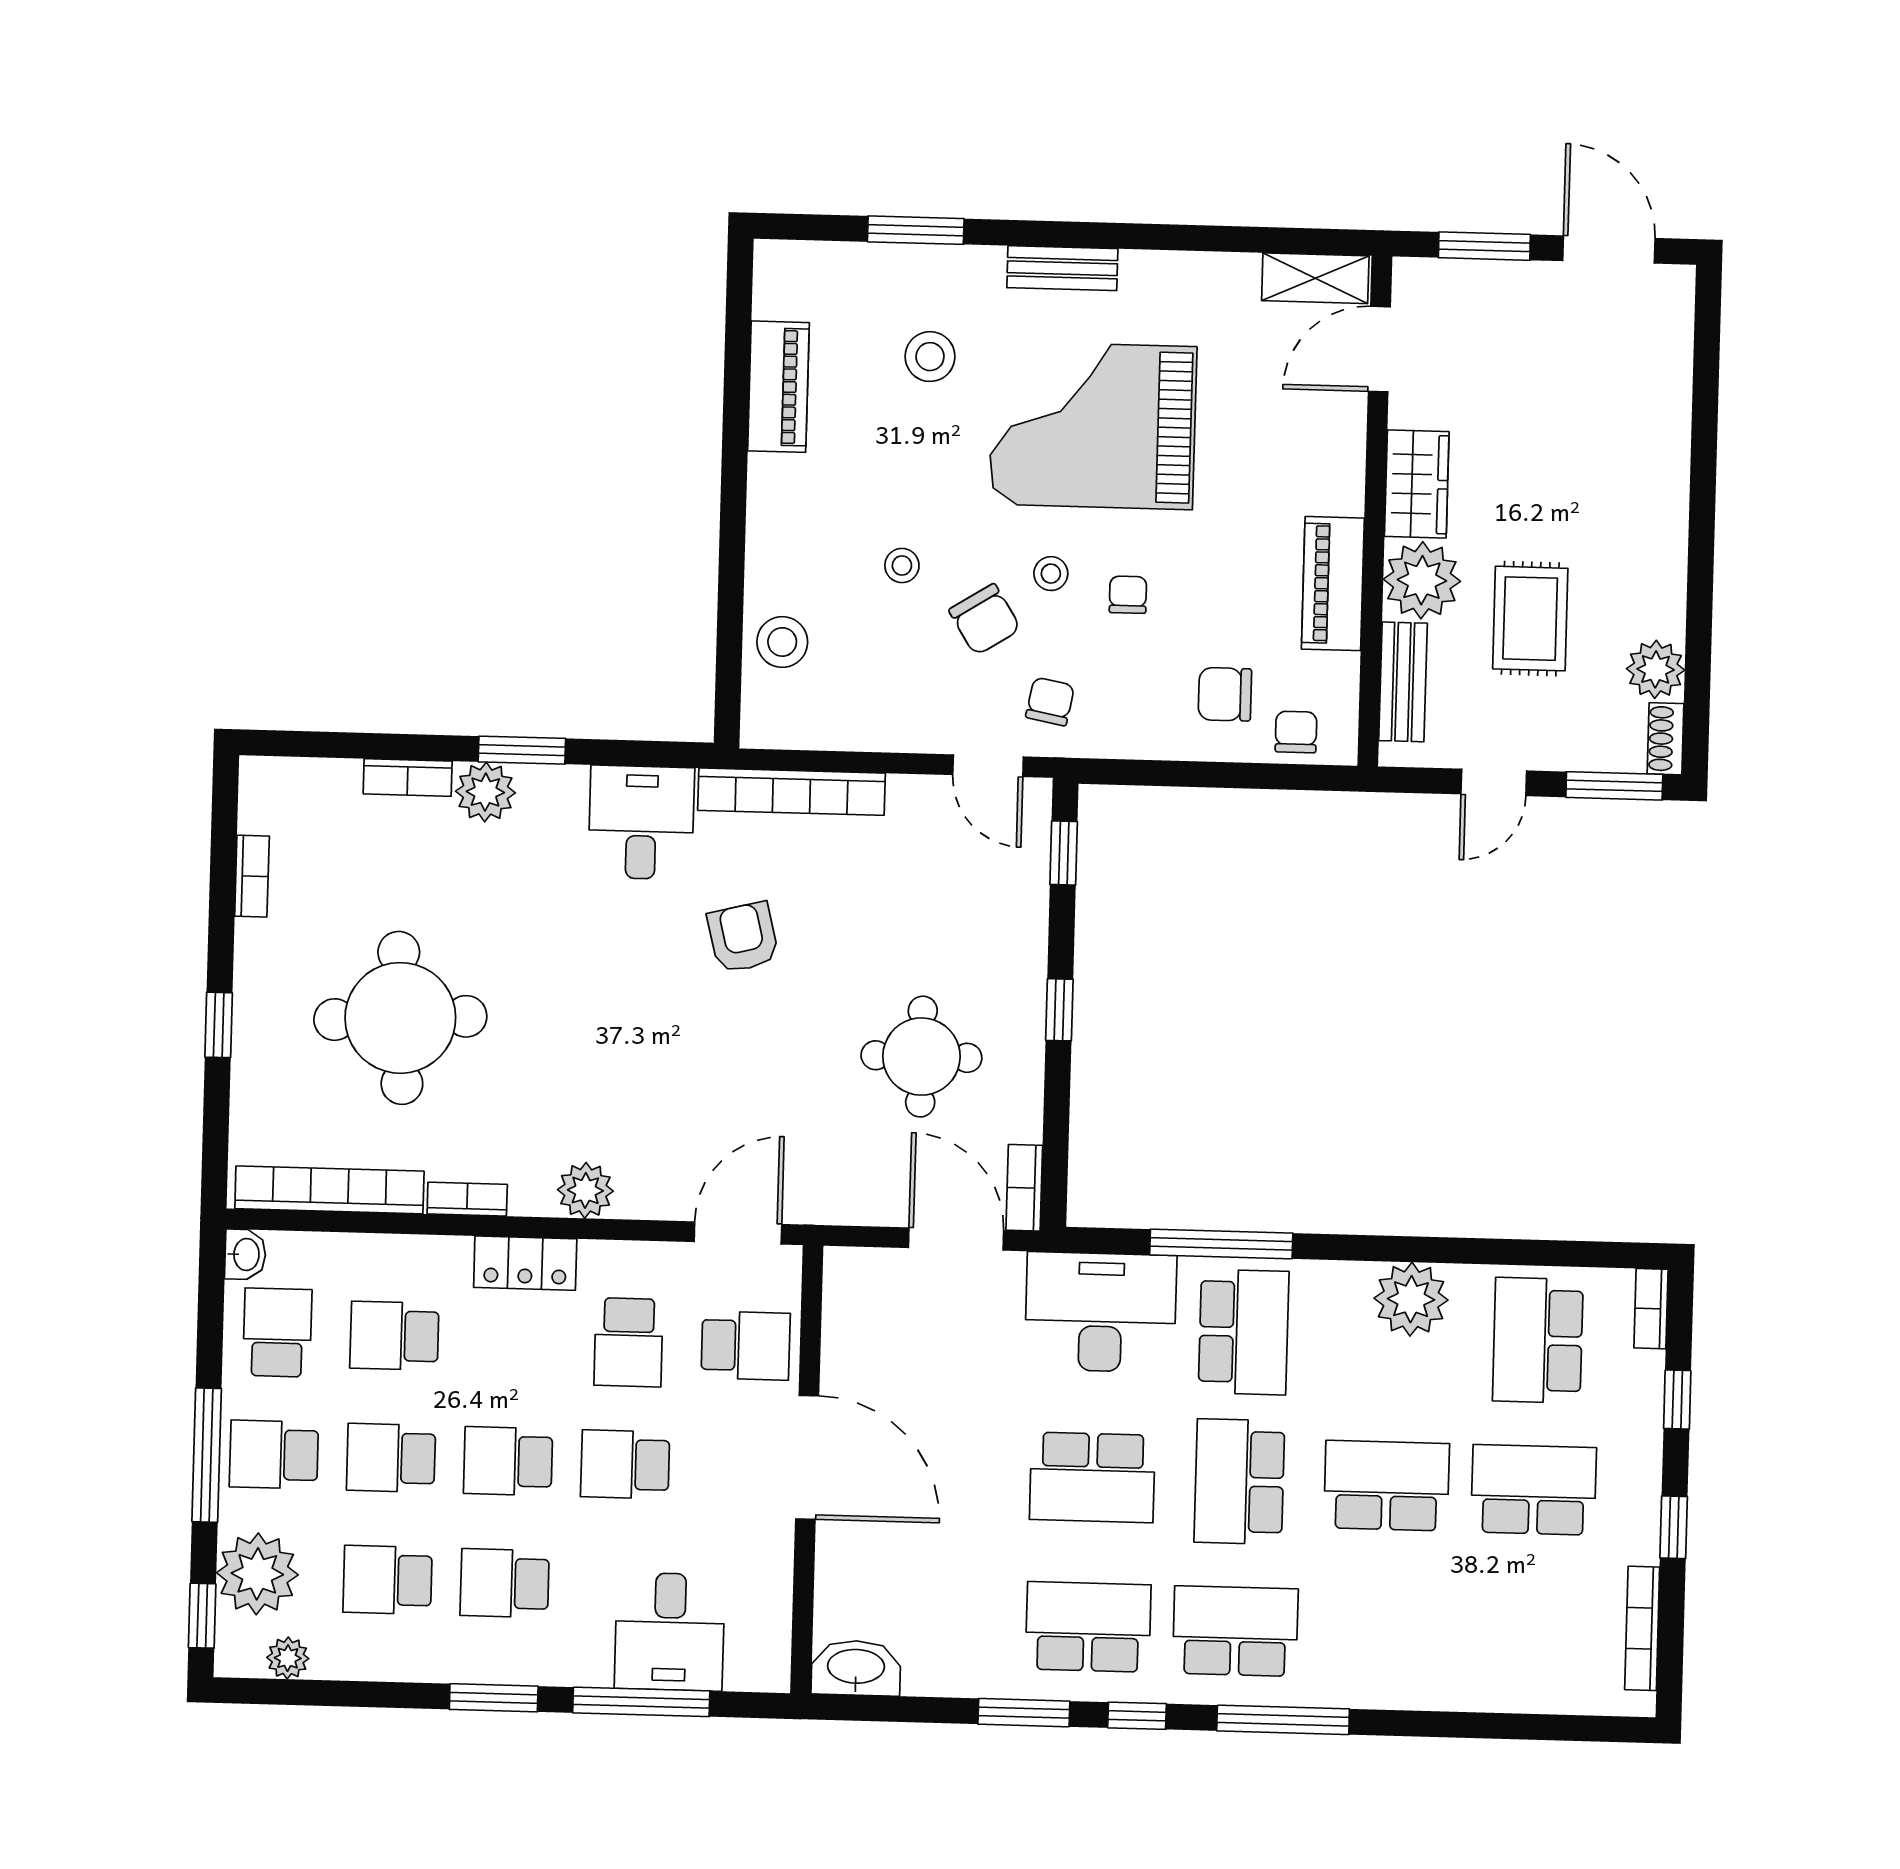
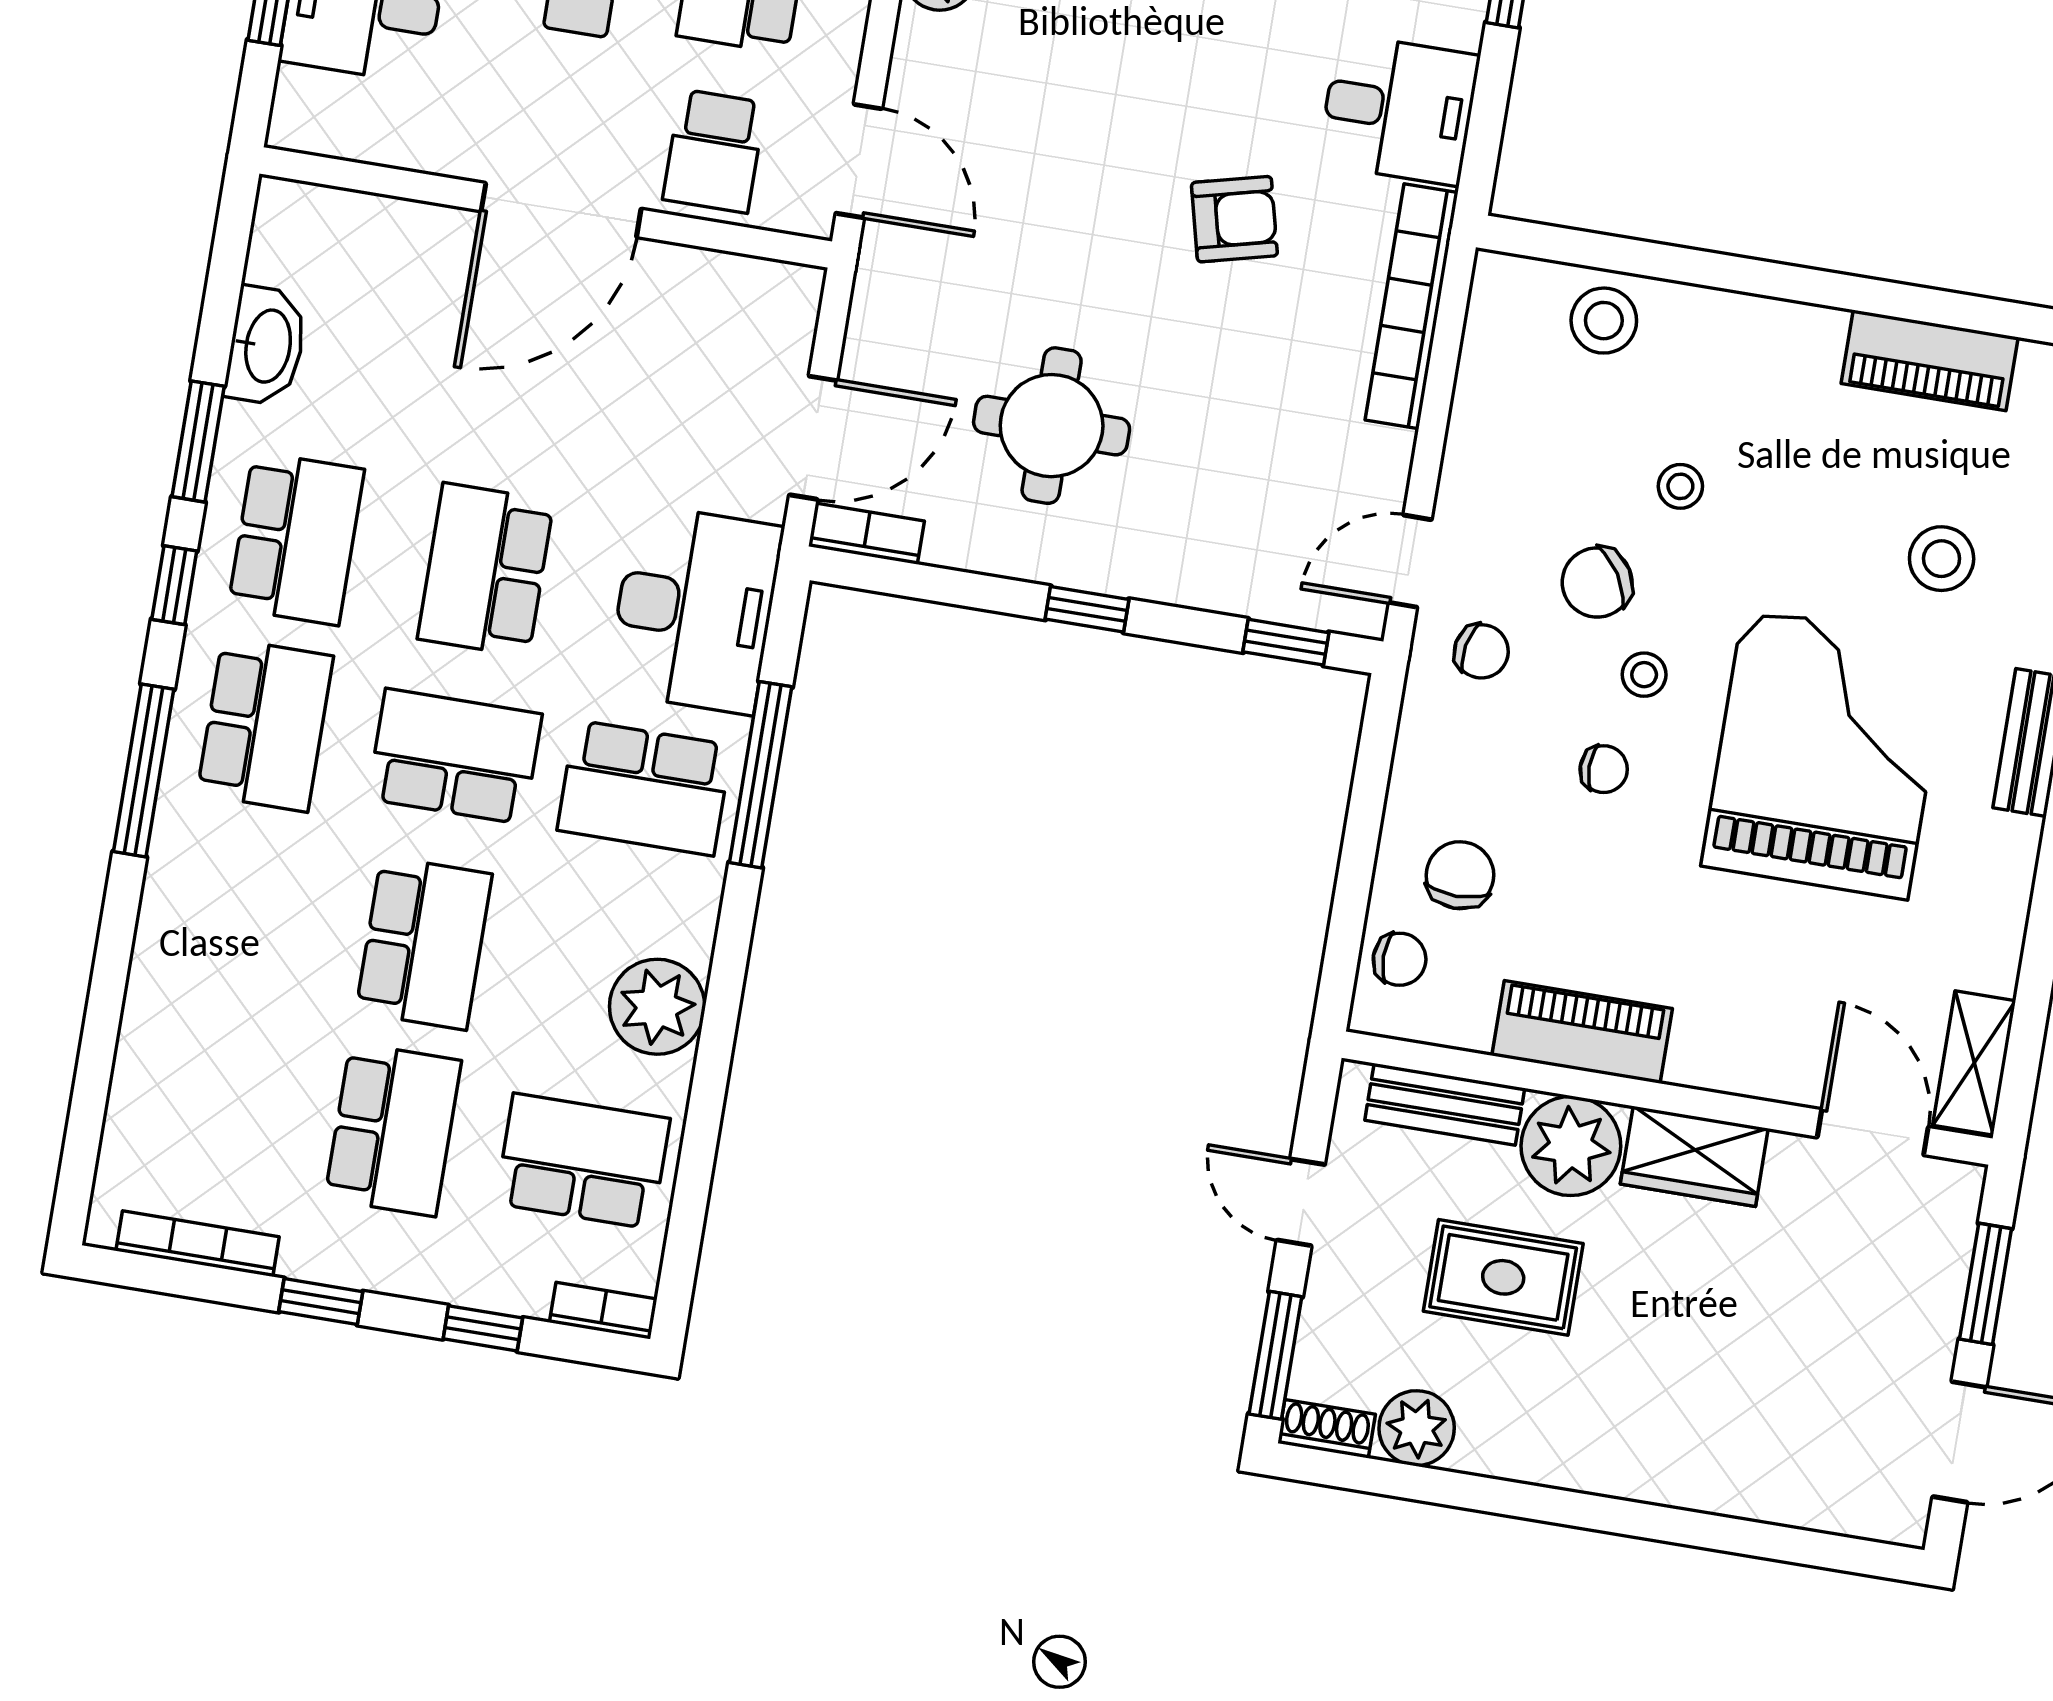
washbasin: (856, 1668) -> (266, 346), moved

